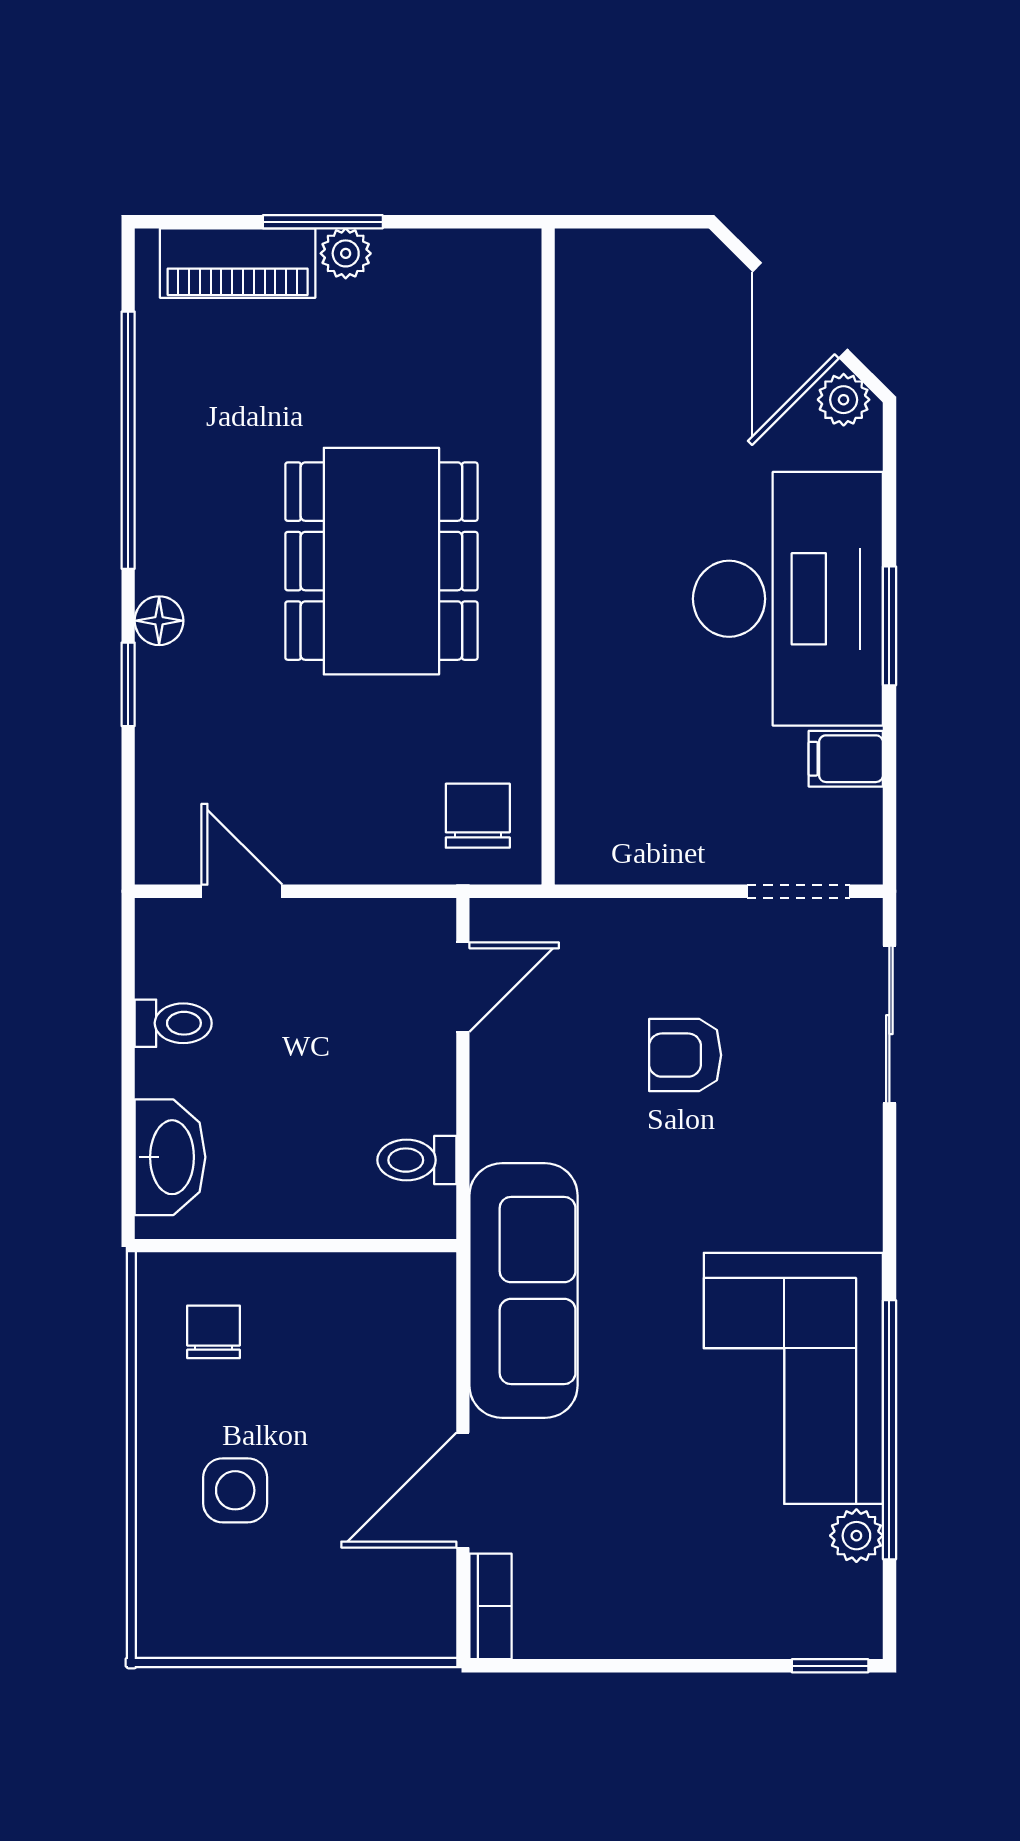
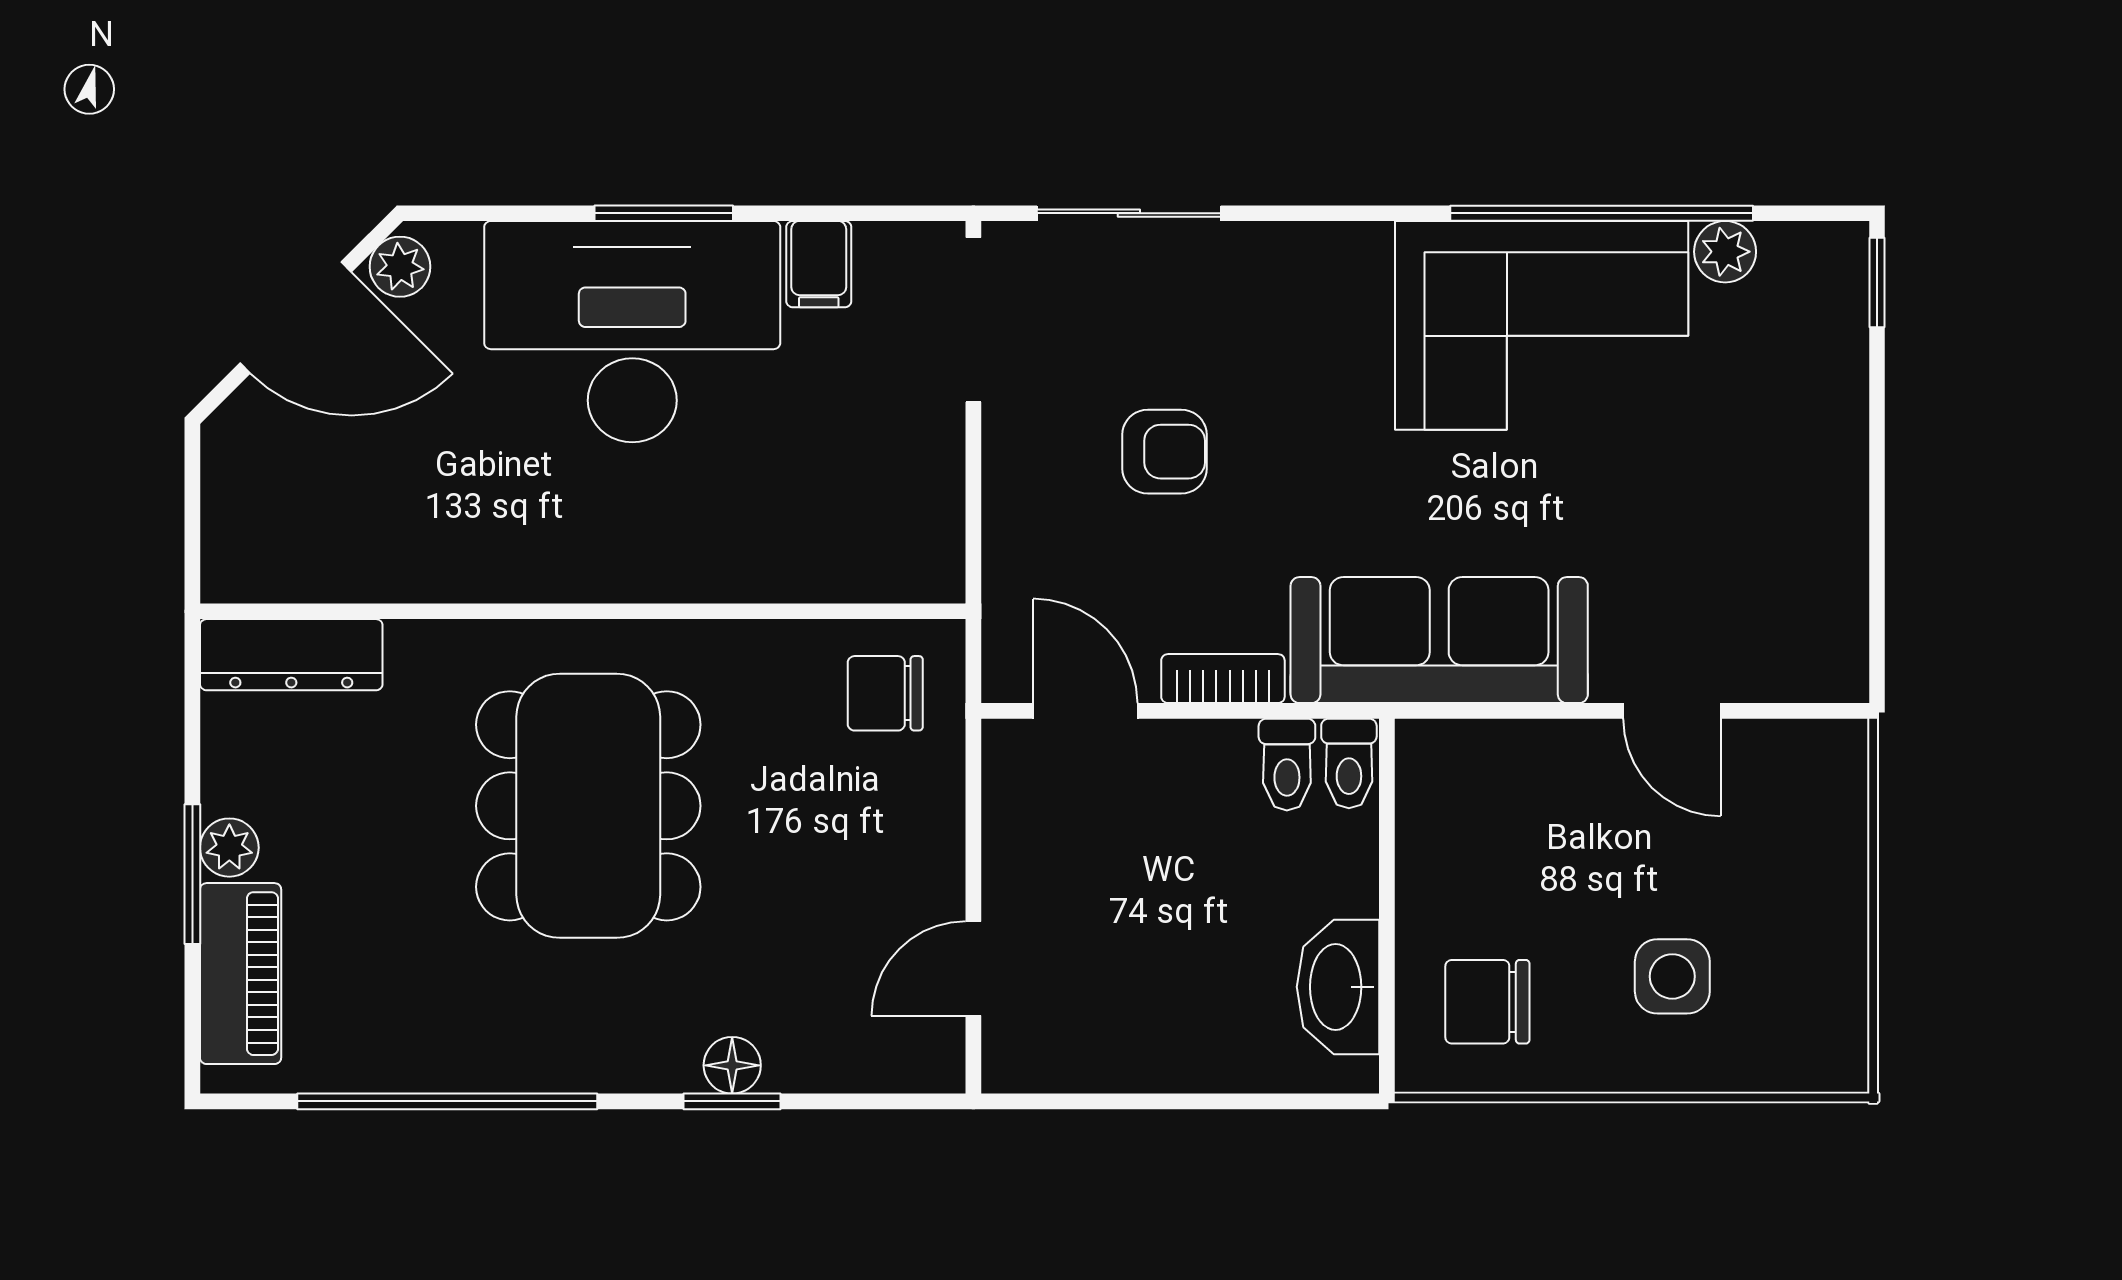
dresser: (511, 307) -> (291, 655), added
dining table: (381, 561) -> (588, 806), turned 90
floor lamp: (159, 621) -> (732, 1065), moved
doorway: (798, 891) -> (973, 320), width x1.38
toilet: (173, 1023) -> (1349, 764), moved, turned 180
armchair: (685, 1055) -> (1165, 452), turned -90
washbasin: (170, 1157) -> (1338, 987), moved, turned -90
chair: (213, 1332) -> (1487, 1002), width x1.37, depth x1.37
door: (463, 1490) -> (1672, 711), width x0.73
bookcase: (490, 1606) -> (1223, 679), moved

